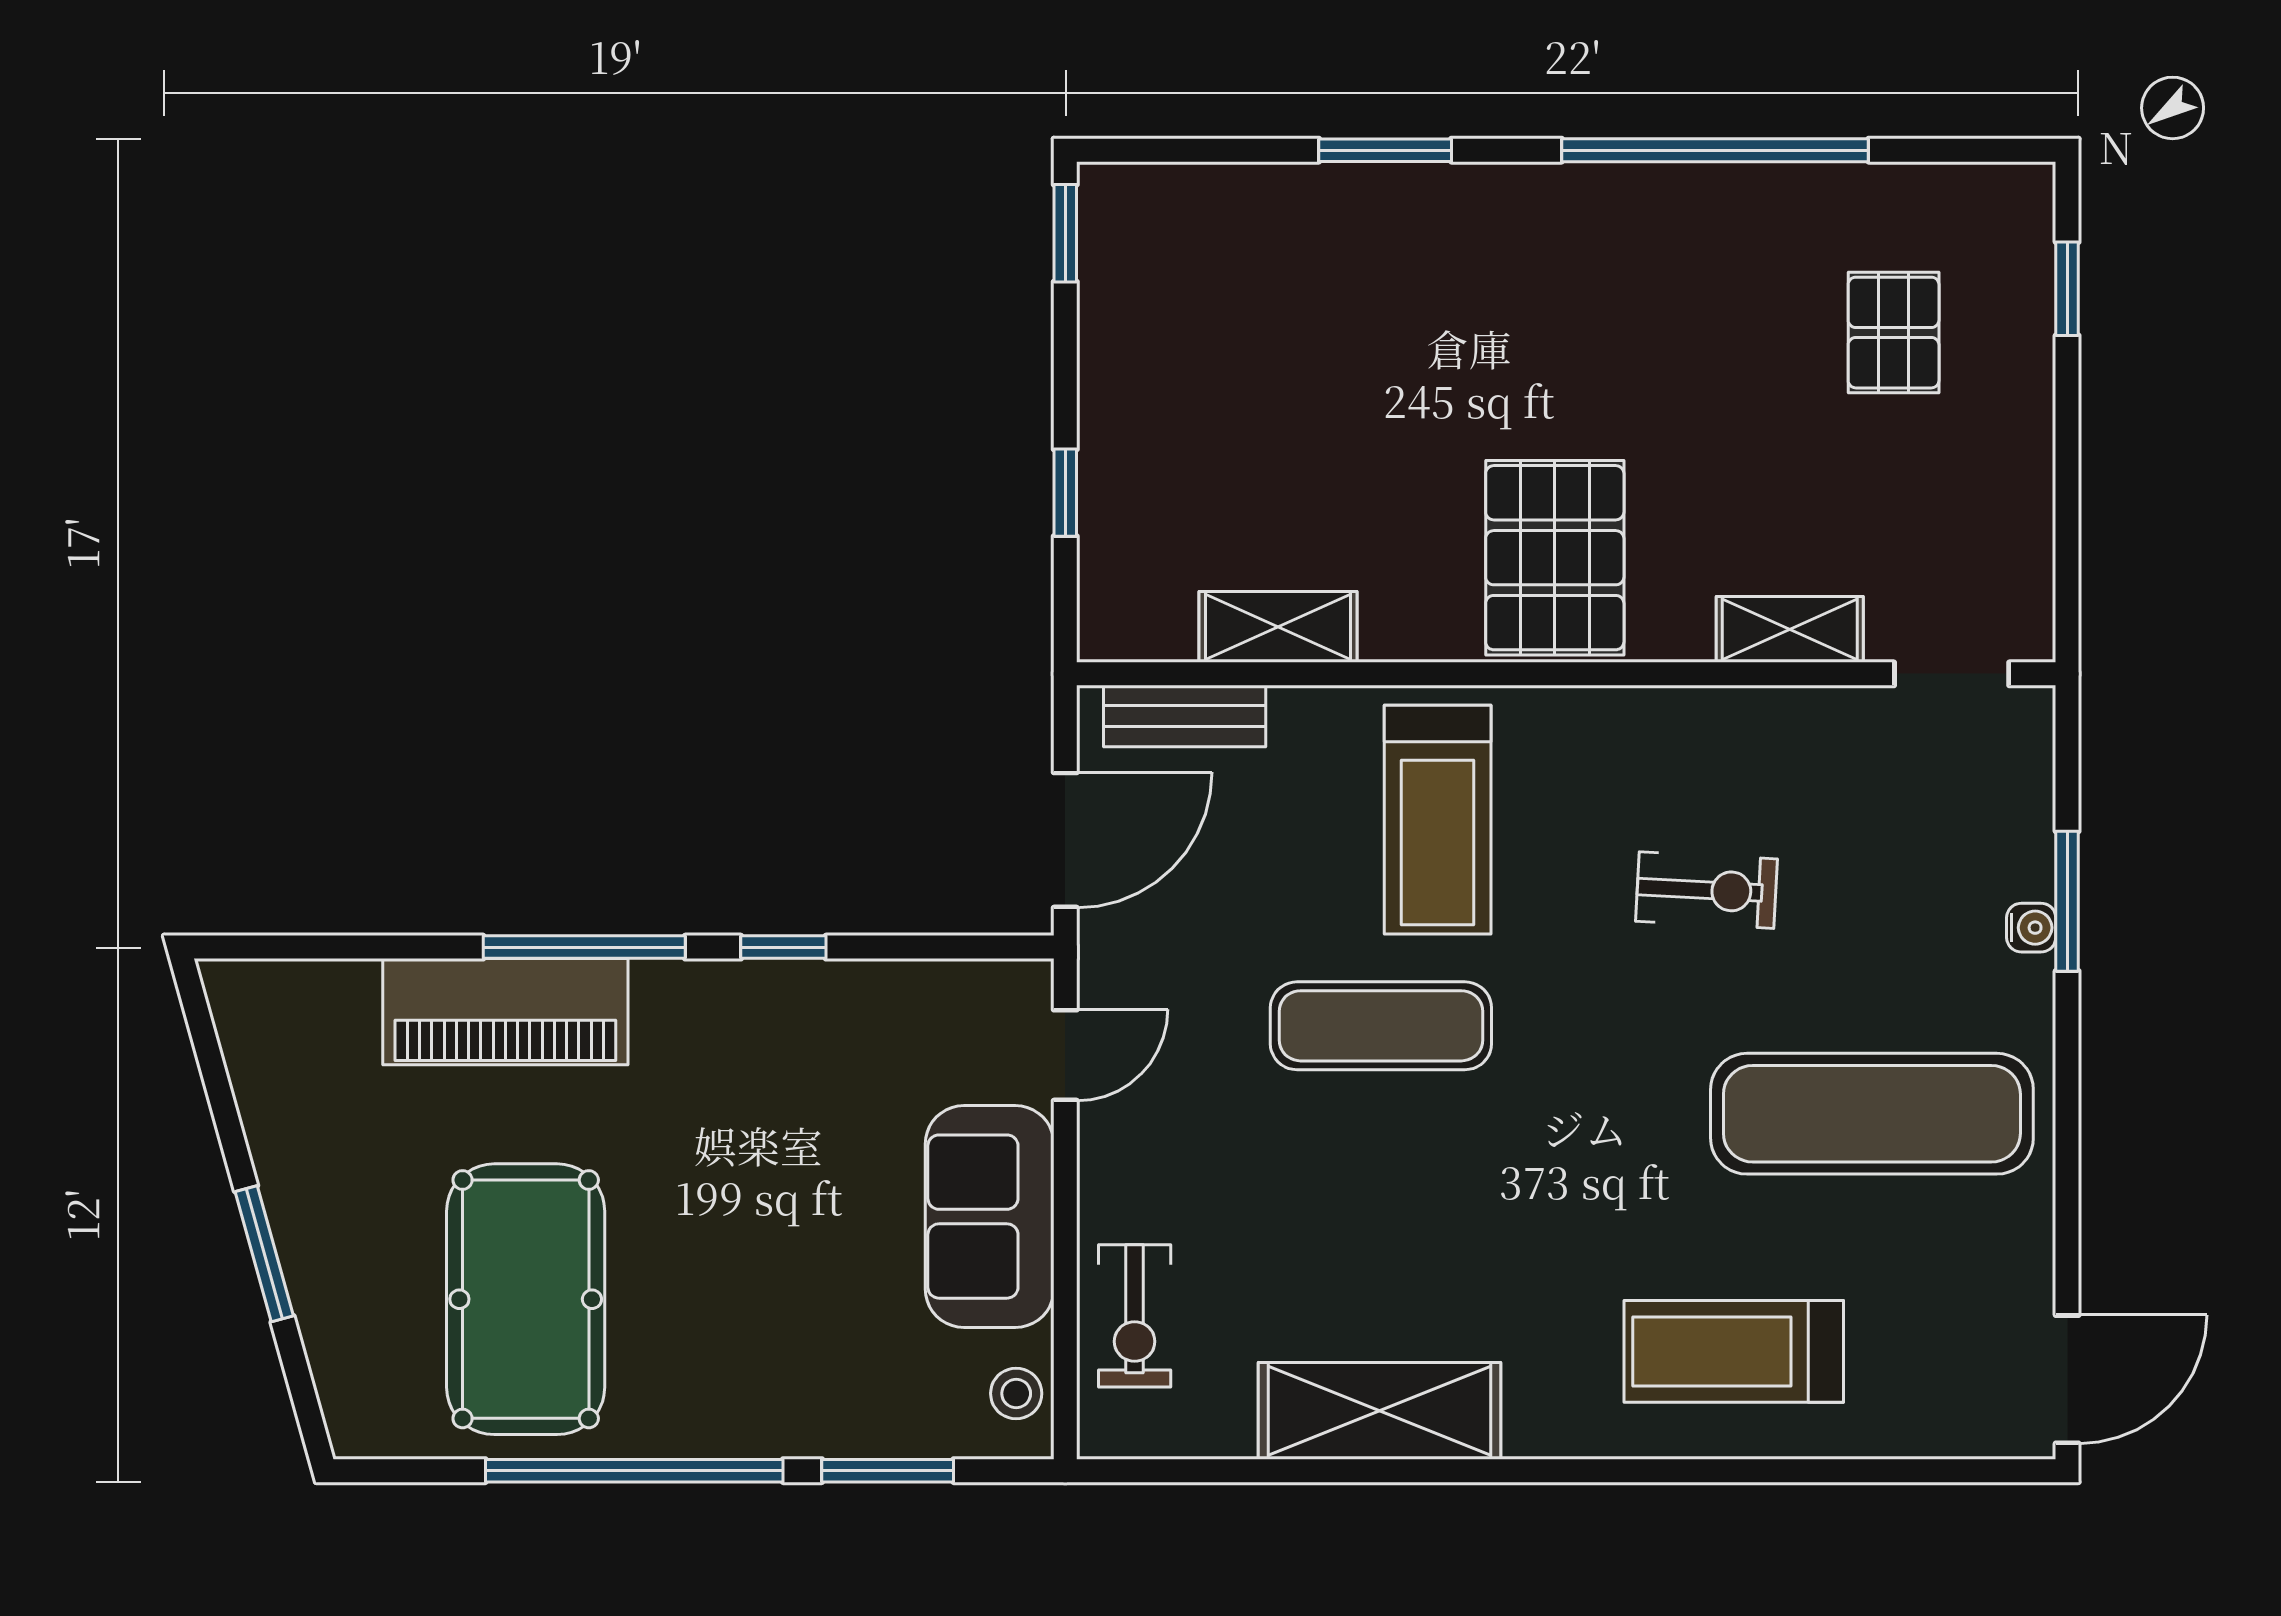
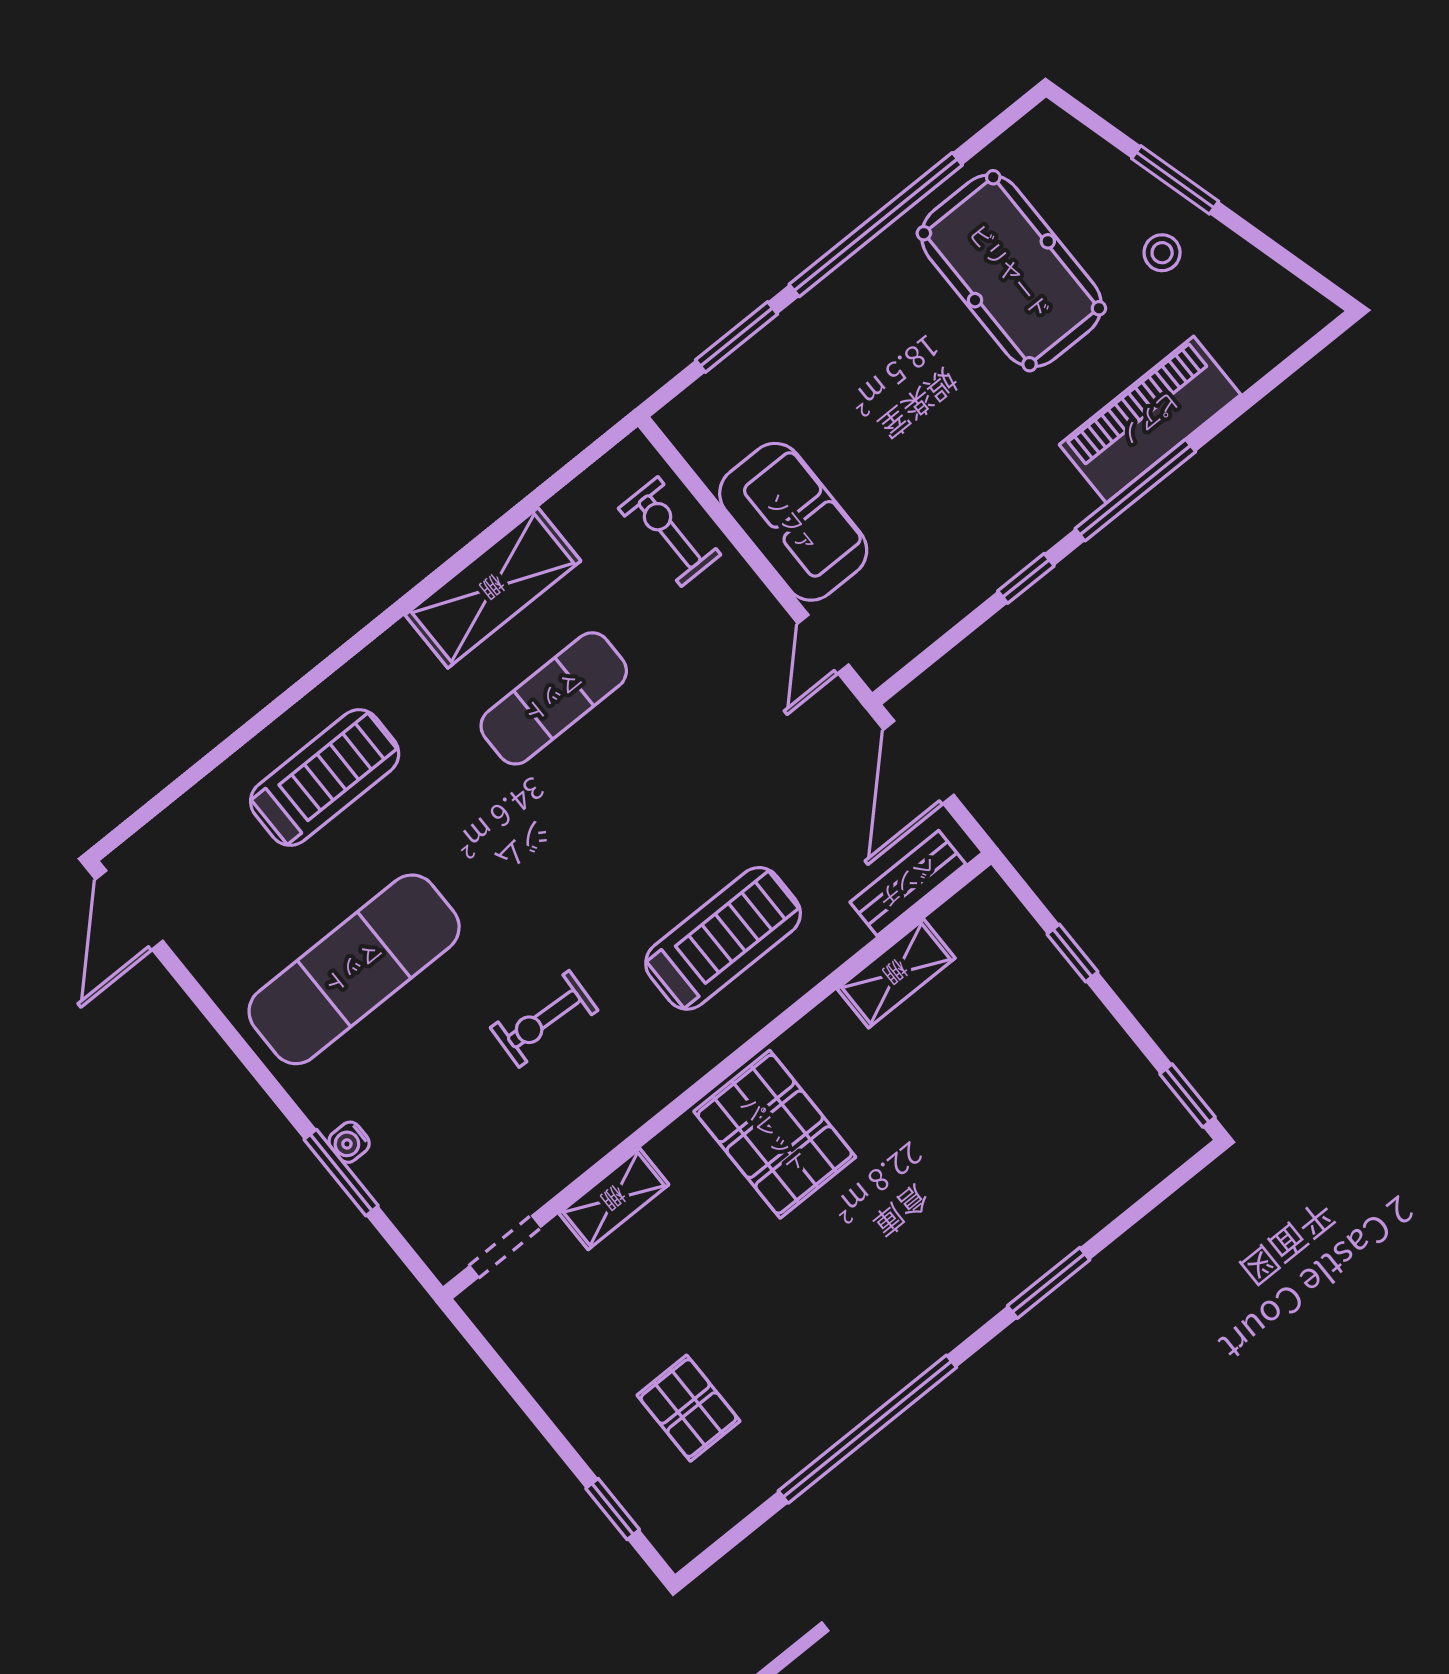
treadmill: (1438, 820) -> (723, 938), turned 90
exercise mat: (1381, 1026) -> (554, 698), moved
stool: (1016, 1393) -> (1162, 253), moved

